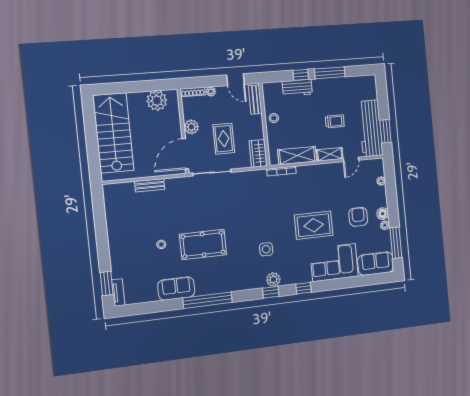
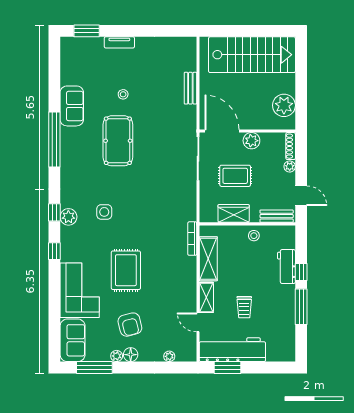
door: (235, 80) -> (301, 196), swing flipped
wardrobe: (258, 153) -> (234, 213), moved
armchair: (358, 217) -> (130, 325), turned 76
tv unit: (118, 293) -> (119, 42), moved

